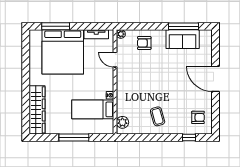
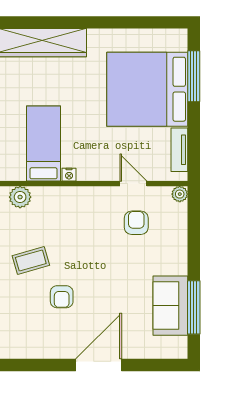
armchair: (144, 43) -> (136, 223), moved
door: (115, 60) -> (133, 184), hinge flipped
armchair: (198, 117) -> (62, 297), moved

